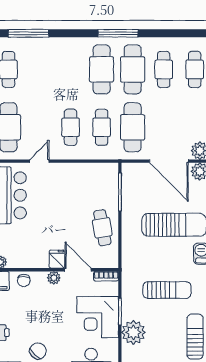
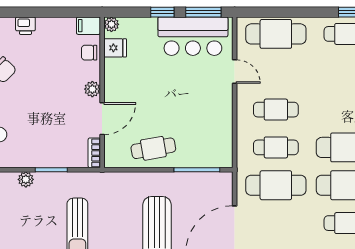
fridge: (57, 259) -> (115, 48), moved
corner desk: (98, 317) -> (44, 143), removed
plant: (133, 332) -> (26, 179), width x0.53, depth x0.53

